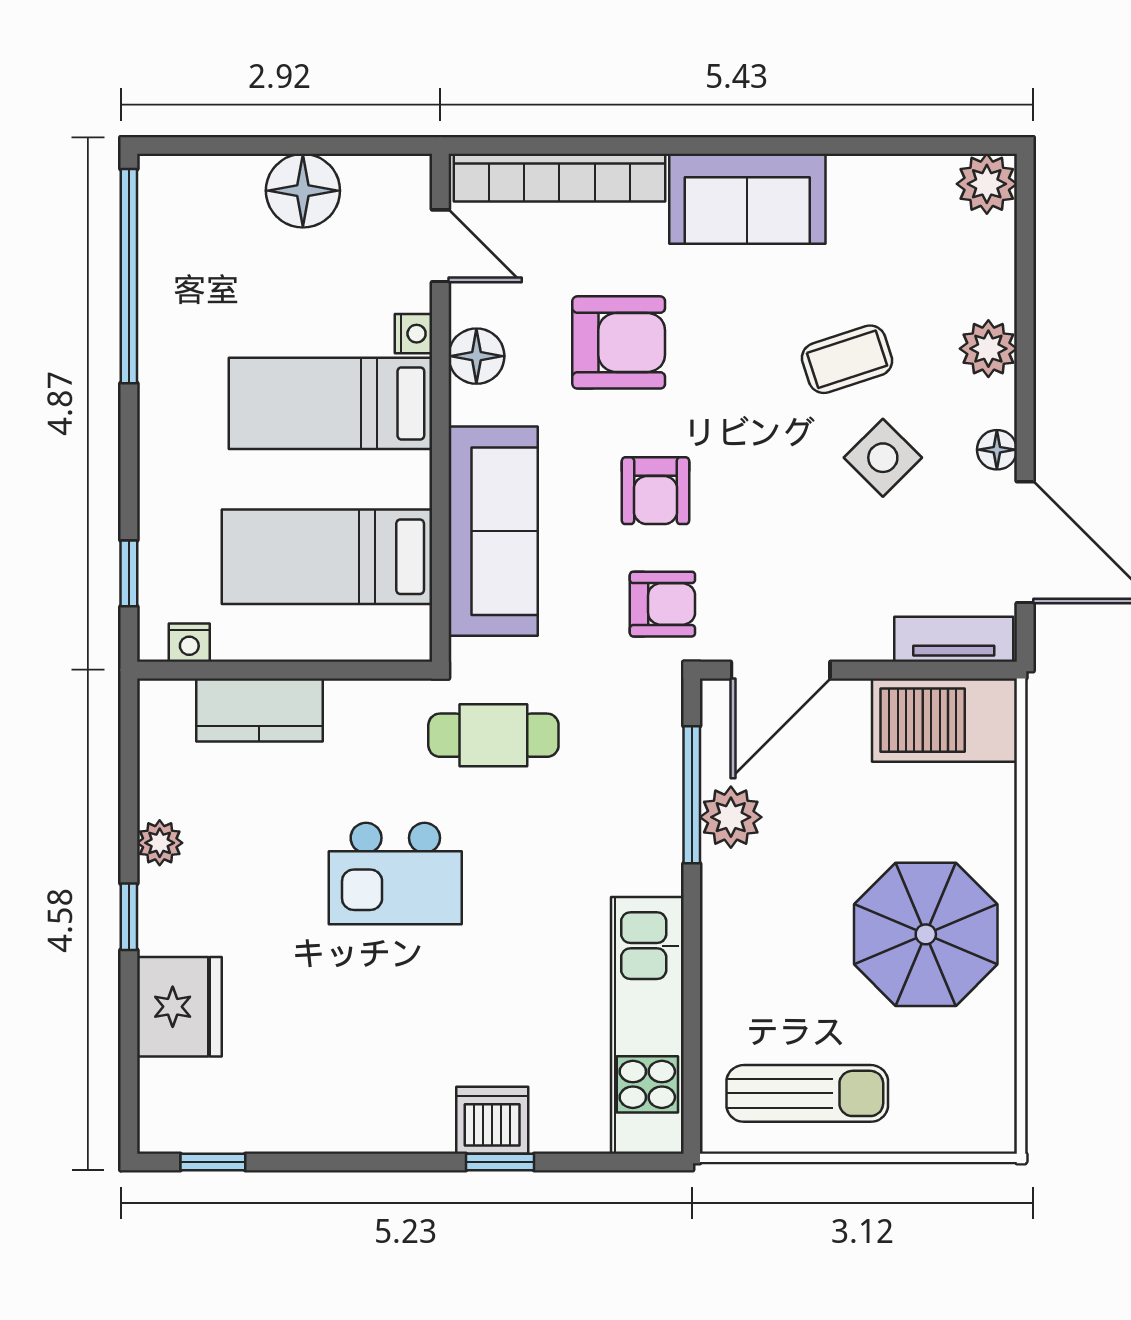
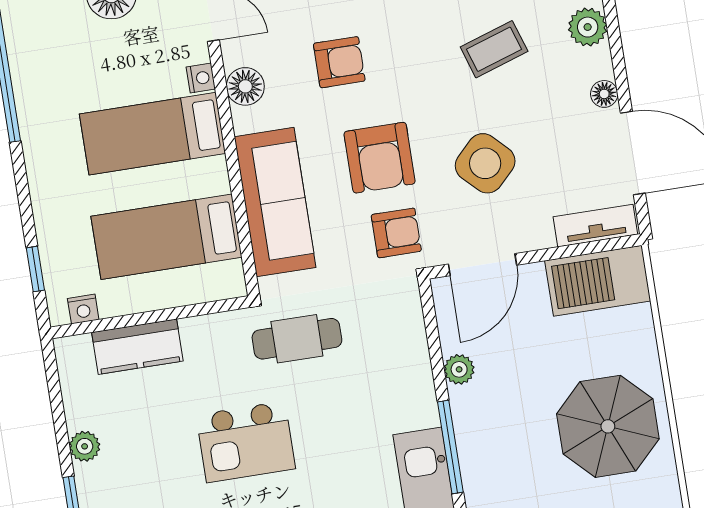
armchair: (619, 342) -> (339, 62), width x0.72, depth x0.72
side table: (883, 458) -> (485, 163), moved, width x1.37, depth x1.37
armchair: (655, 491) -> (380, 158), width x1.38, depth x1.38
window: (692, 795) -> (450, 447), moved
plant: (731, 817) -> (459, 369), width x0.73, depth x0.73

